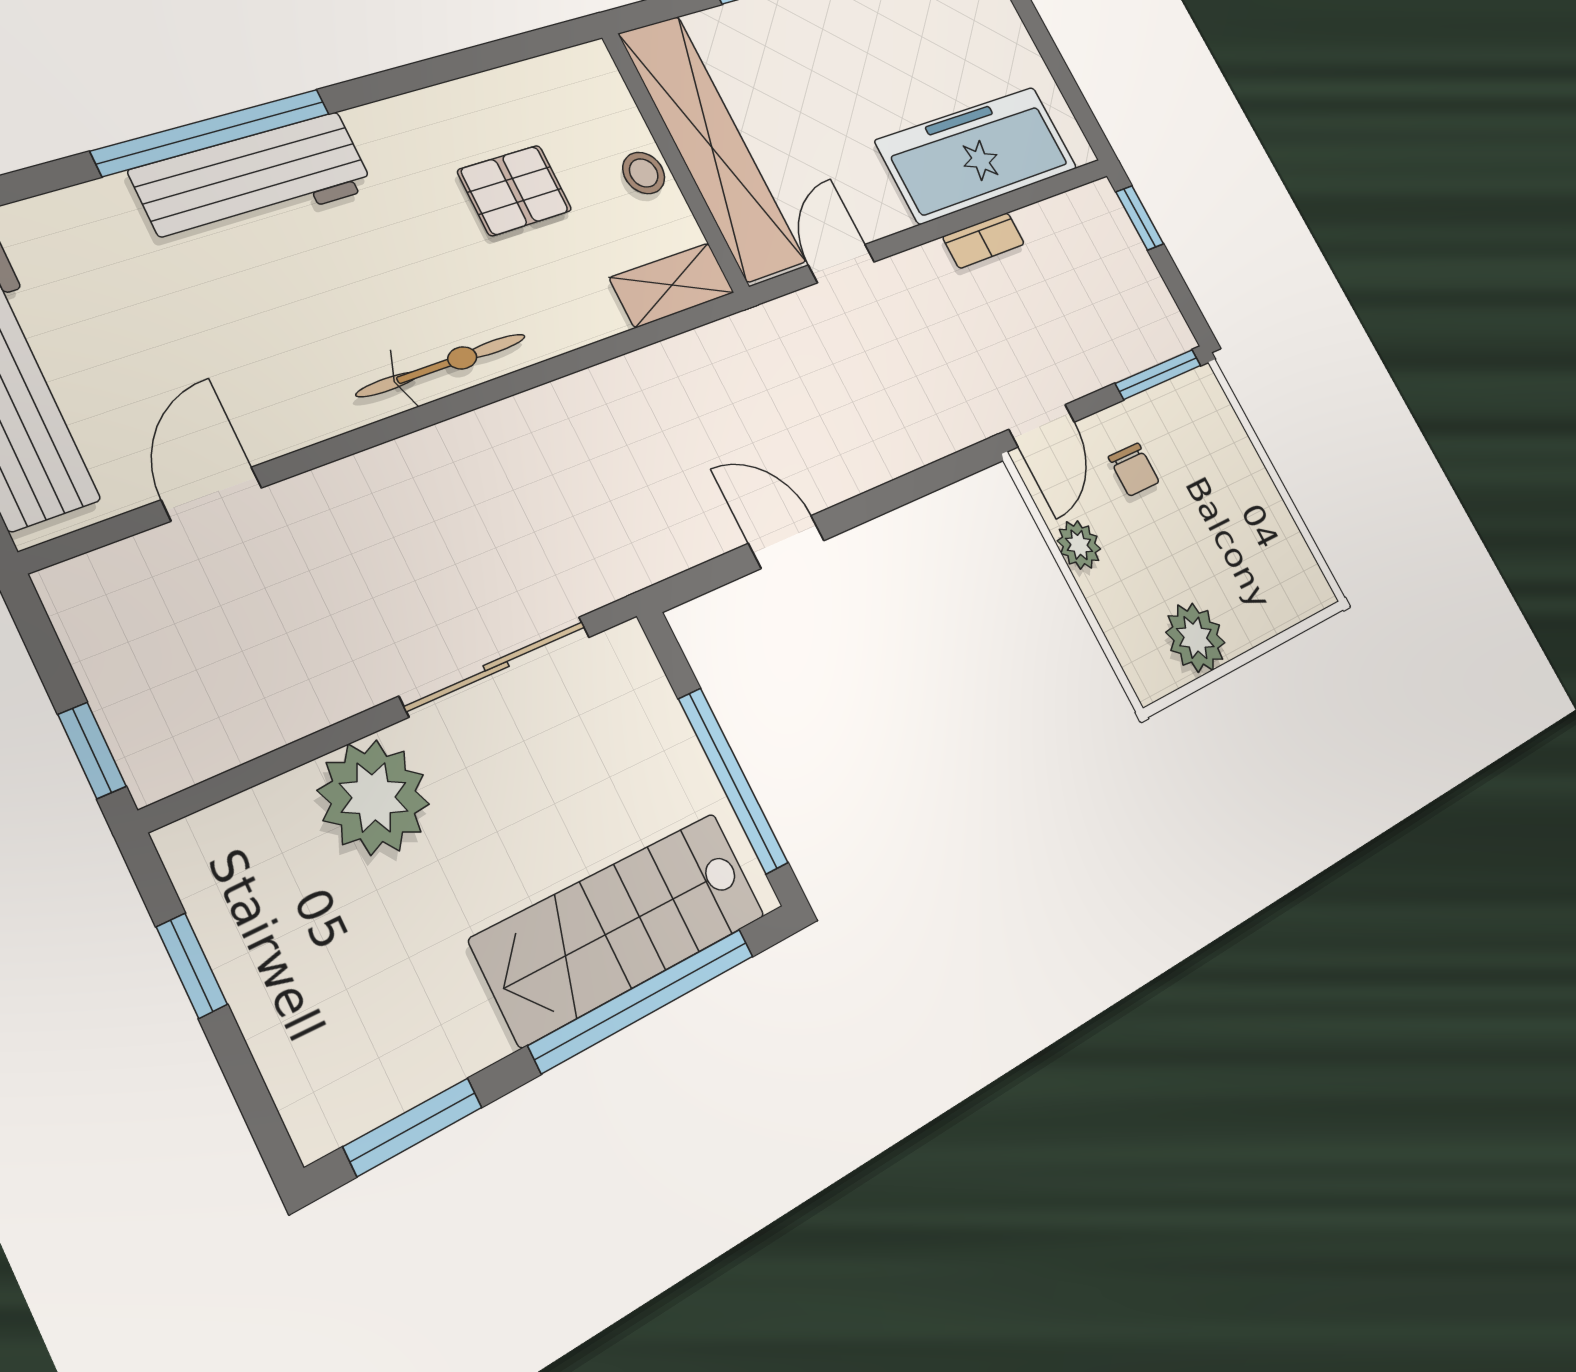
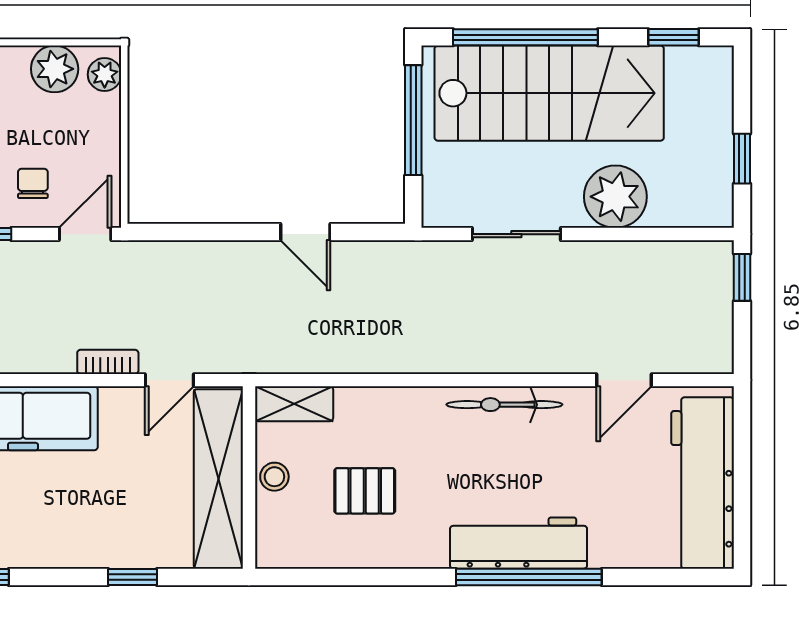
bookcase: (984, 240) -> (108, 362), moved
bicycle: (442, 365) -> (504, 405), moved
plant: (1079, 545) -> (105, 74), moved
sliding door: (496, 666) -> (516, 234), width x0.73
stairs: (620, 927) -> (549, 93), width x1.36, depth x1.51
window: (413, 1127) -> (673, 37), width x0.67

